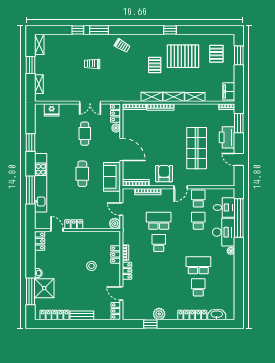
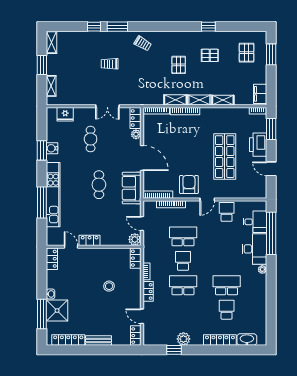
window: (170, 30) -> (208, 27), moved
pallet: (183, 56) -> (210, 55), width x0.49, depth x0.50
cafe table: (85, 134) -> (91, 139), moved
water cooler: (40, 141) -> (52, 148), added
school desk: (198, 221) -> (183, 285), moved, width x1.85
locker: (116, 254) -> (136, 258), moved

